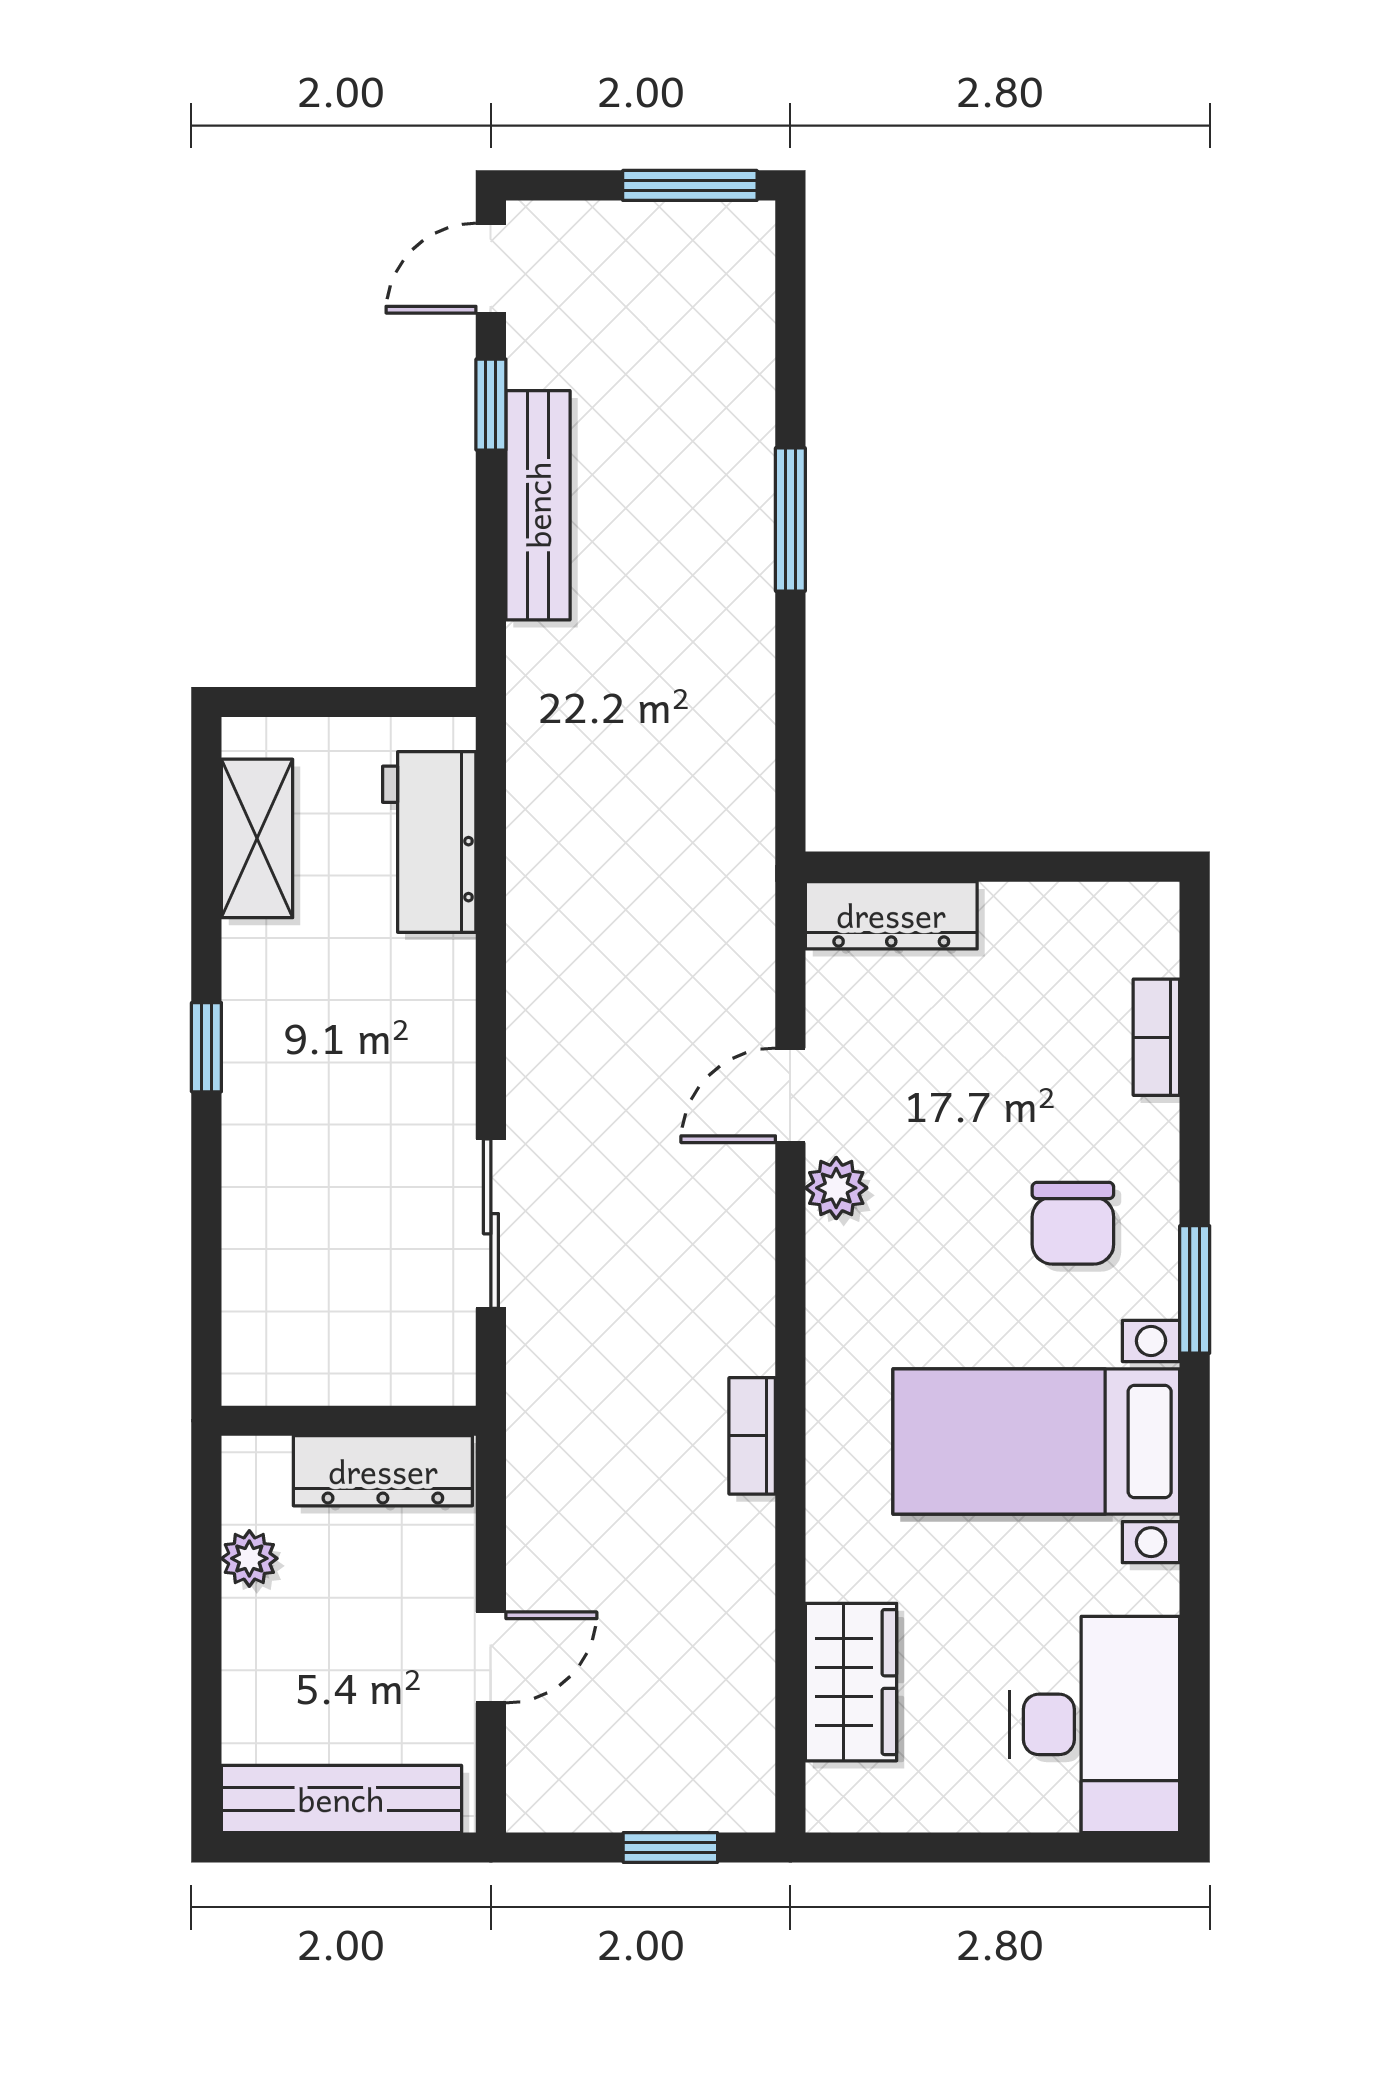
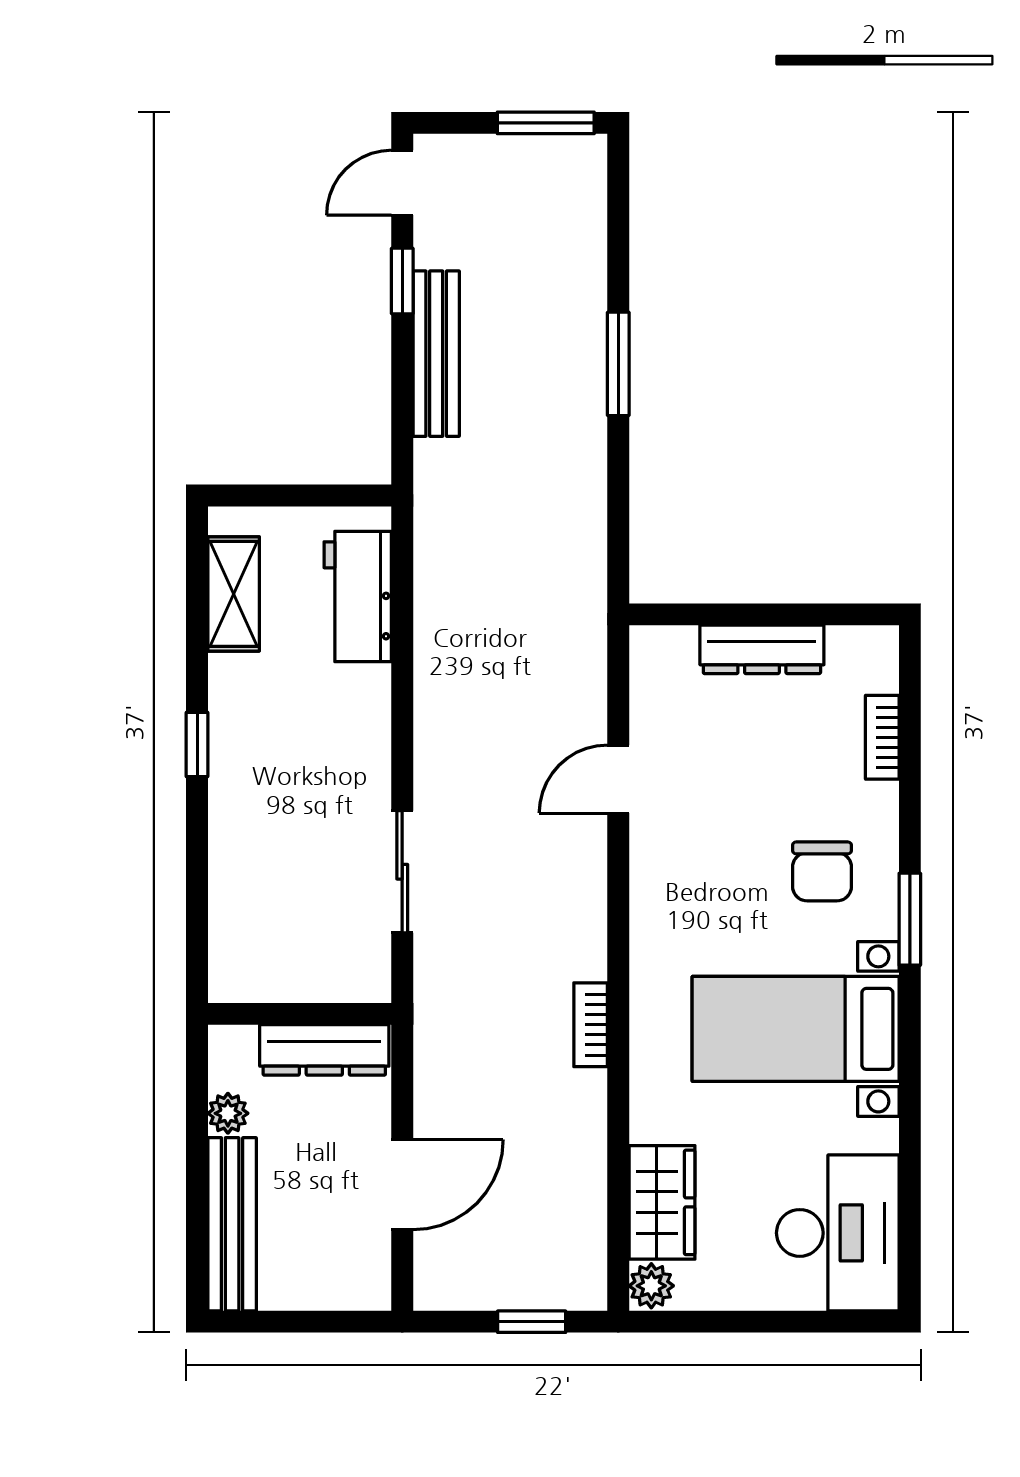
dresser: (891, 915) -> (762, 649), moved
plant: (836, 1188) -> (651, 1286), moved
door: (491, 1657) -> (402, 1185), width x1.38
bench: (341, 1799) -> (232, 1224), moved, turned 90

